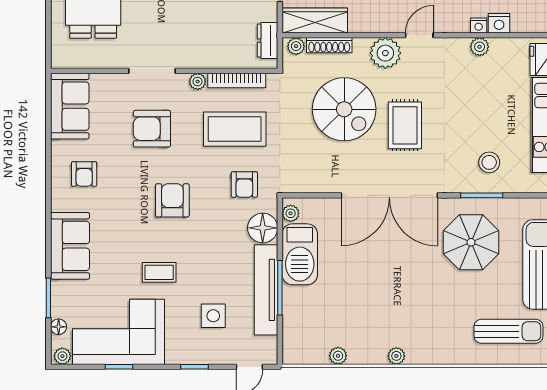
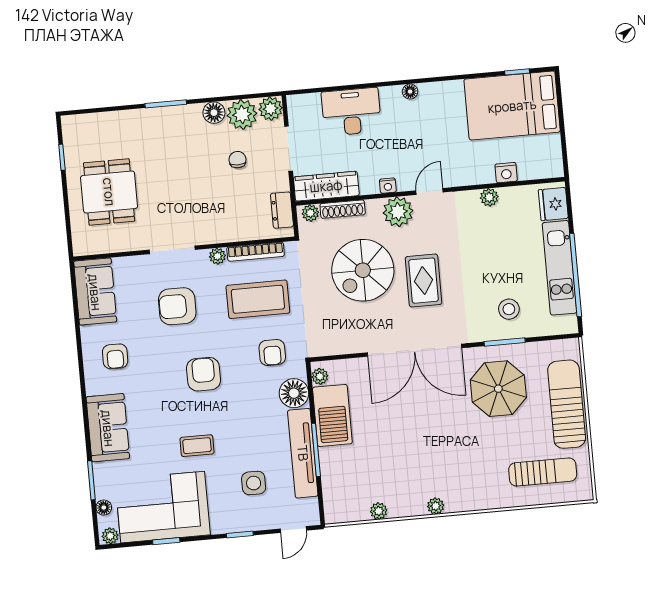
nightstand: (479, 25) -> (388, 186), moved
spiral stairs: (344, 109) -> (363, 270), turned 90

